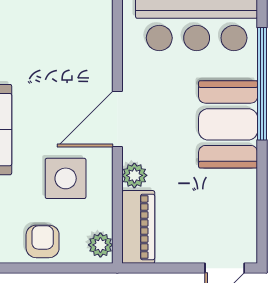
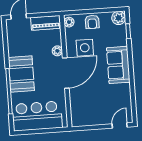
door: (117, 119) -> (66, 73), width x1.36
piano: (138, 227) -> (46, 23), moved, turned -90

